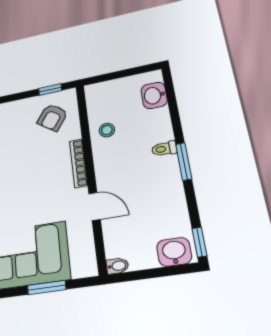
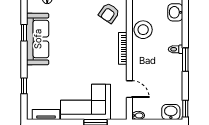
stool: (107, 130) -> (143, 30), width x1.89, depth x1.89
door: (95, 206) -> (129, 89), moved

